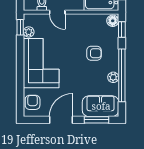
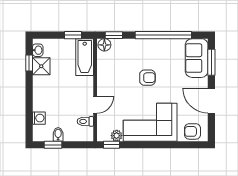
armchair: (94, 53) -> (147, 78), moved, turned 90
plant: (113, 77) -> (166, 44), removed

